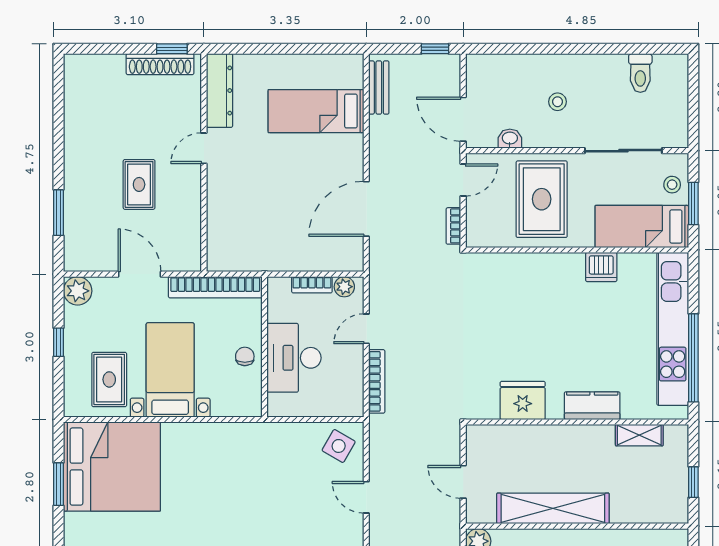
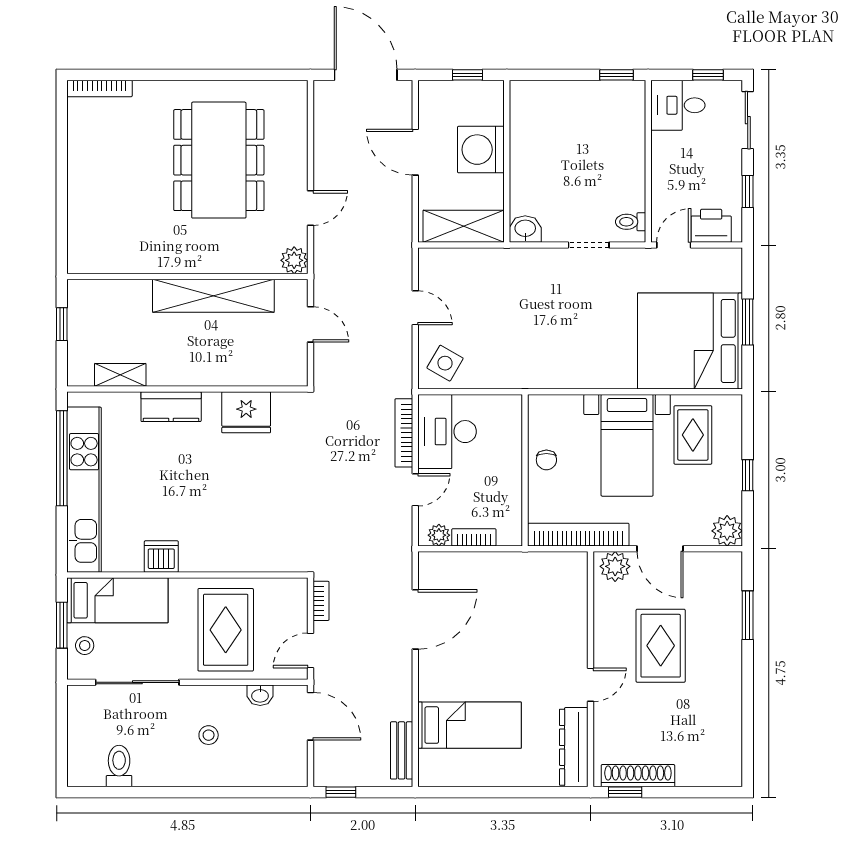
rug: (139, 184) -> (661, 646), width x1.36, depth x1.43
plant: (181, 258) -> (615, 566), added
desk: (294, 358) -> (447, 432), moved, turned 180

